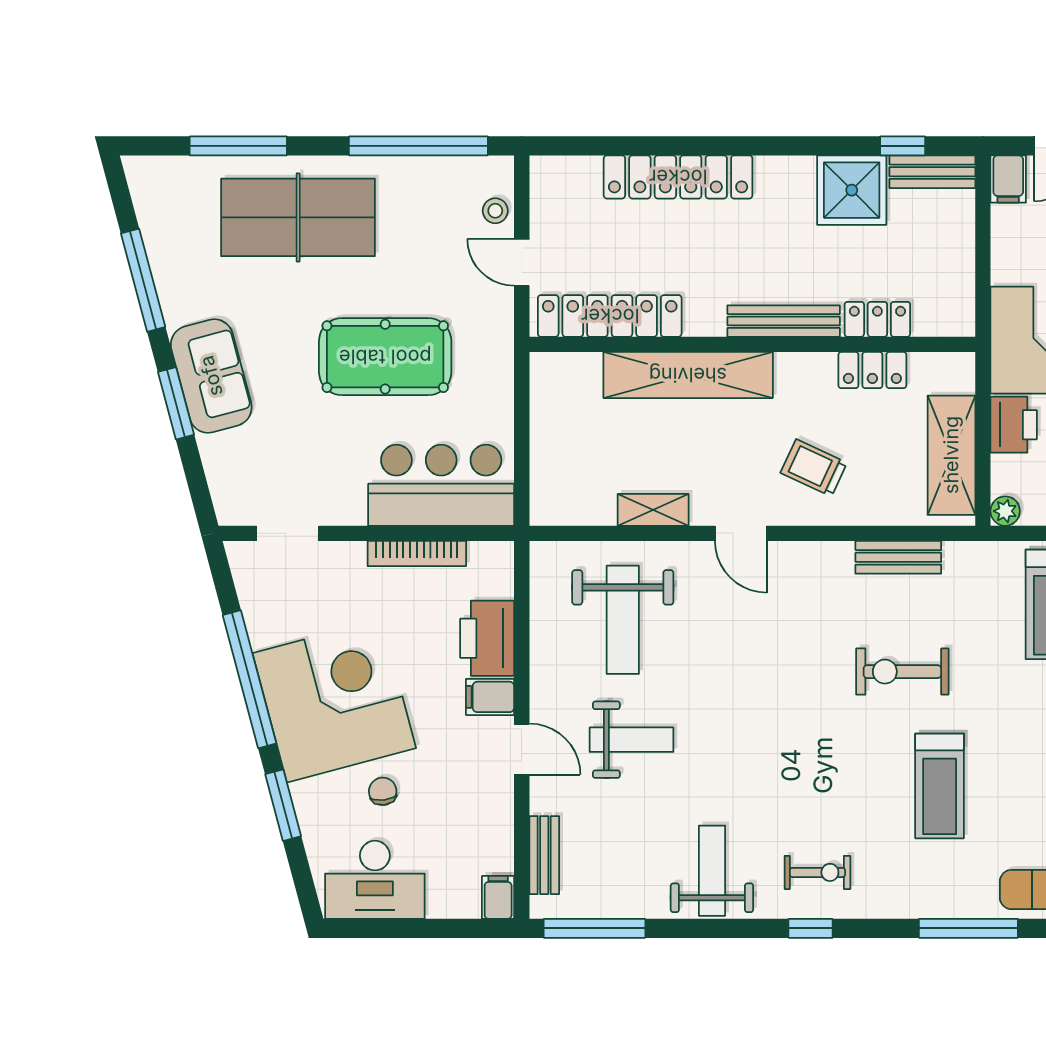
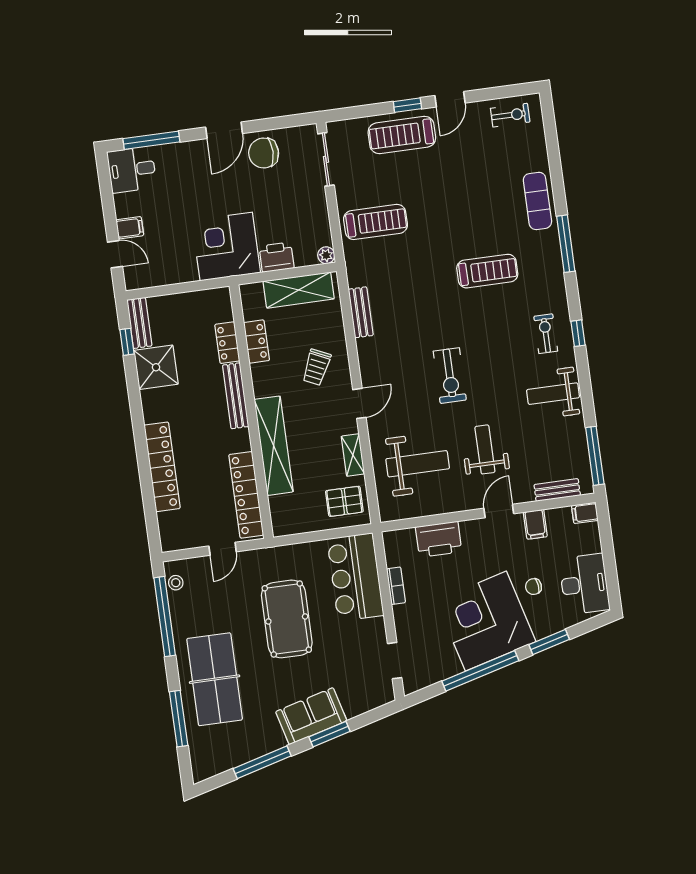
filing cabinet: (1008, 179) -> (138, 279), removed
stool: (495, 211) -> (176, 583), moved
pallet: (575, 484) -> (344, 501), added
bookcase: (417, 554) -> (396, 586), width x0.64
exercise bike: (902, 672) -> (450, 376), moved
filing cabinet: (490, 697) -> (535, 524), moved

